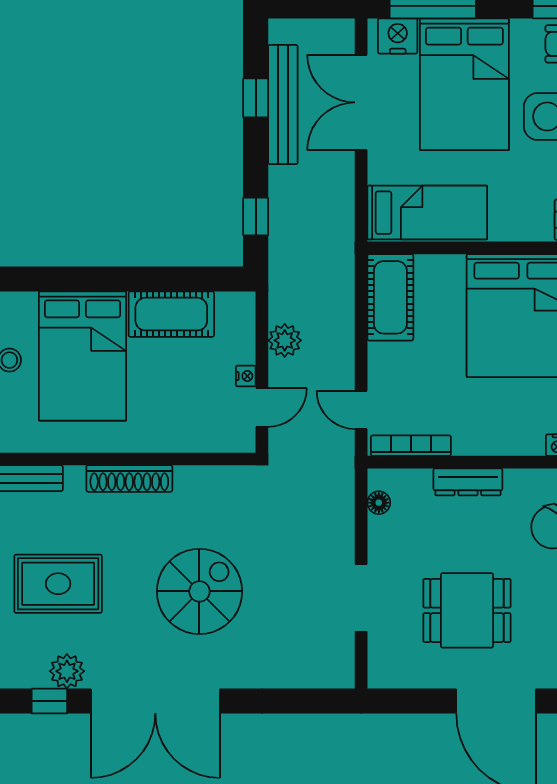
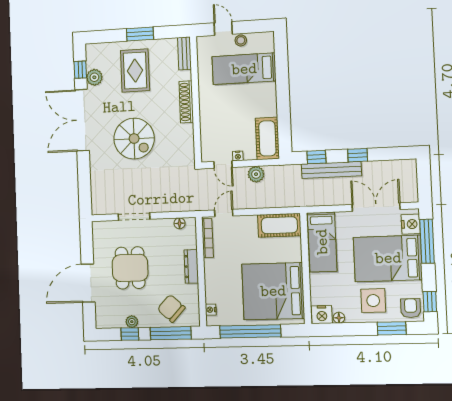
window: (256, 98) -> (358, 155), moved
bench: (283, 105) -> (331, 170), moved
cot: (171, 314) -> (267, 138), moved
bed: (82, 356) -> (244, 69), width x0.67

